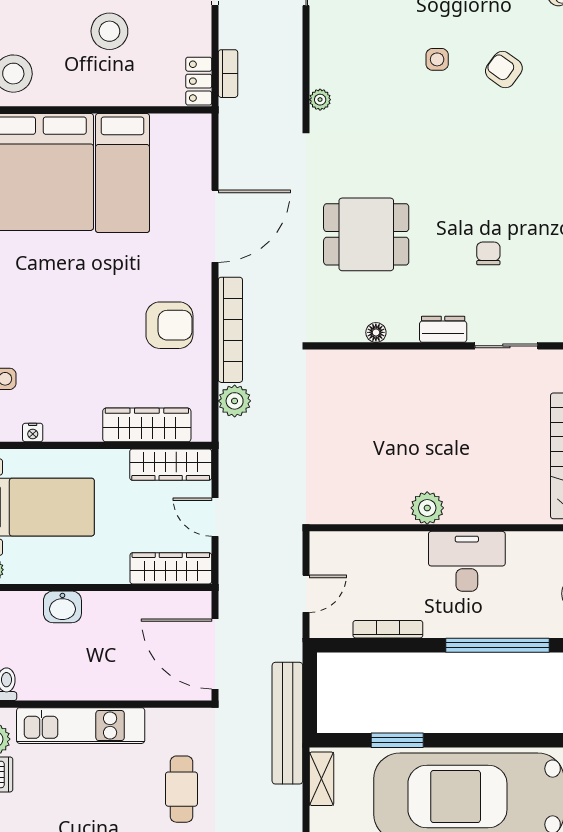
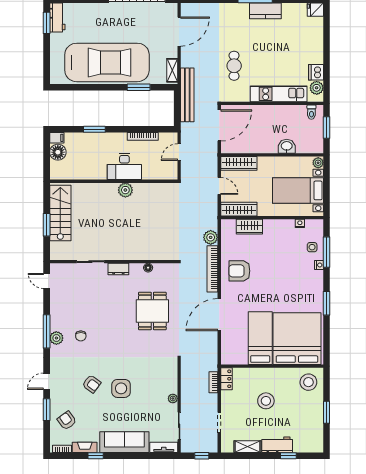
side table: (437, 59) -> (121, 388), width x1.87, depth x1.87
plant: (320, 100) -> (173, 398), moved
dining table: (366, 234) -> (152, 311), turned 90
chair: (488, 253) -> (81, 336), moved
wardrobe: (147, 425) -> (249, 227), width x0.67
desk: (467, 561) -> (124, 166), moved
window: (497, 645) -> (94, 129), width x0.47
door: (215, 654) -> (219, 125), hinge flipped

